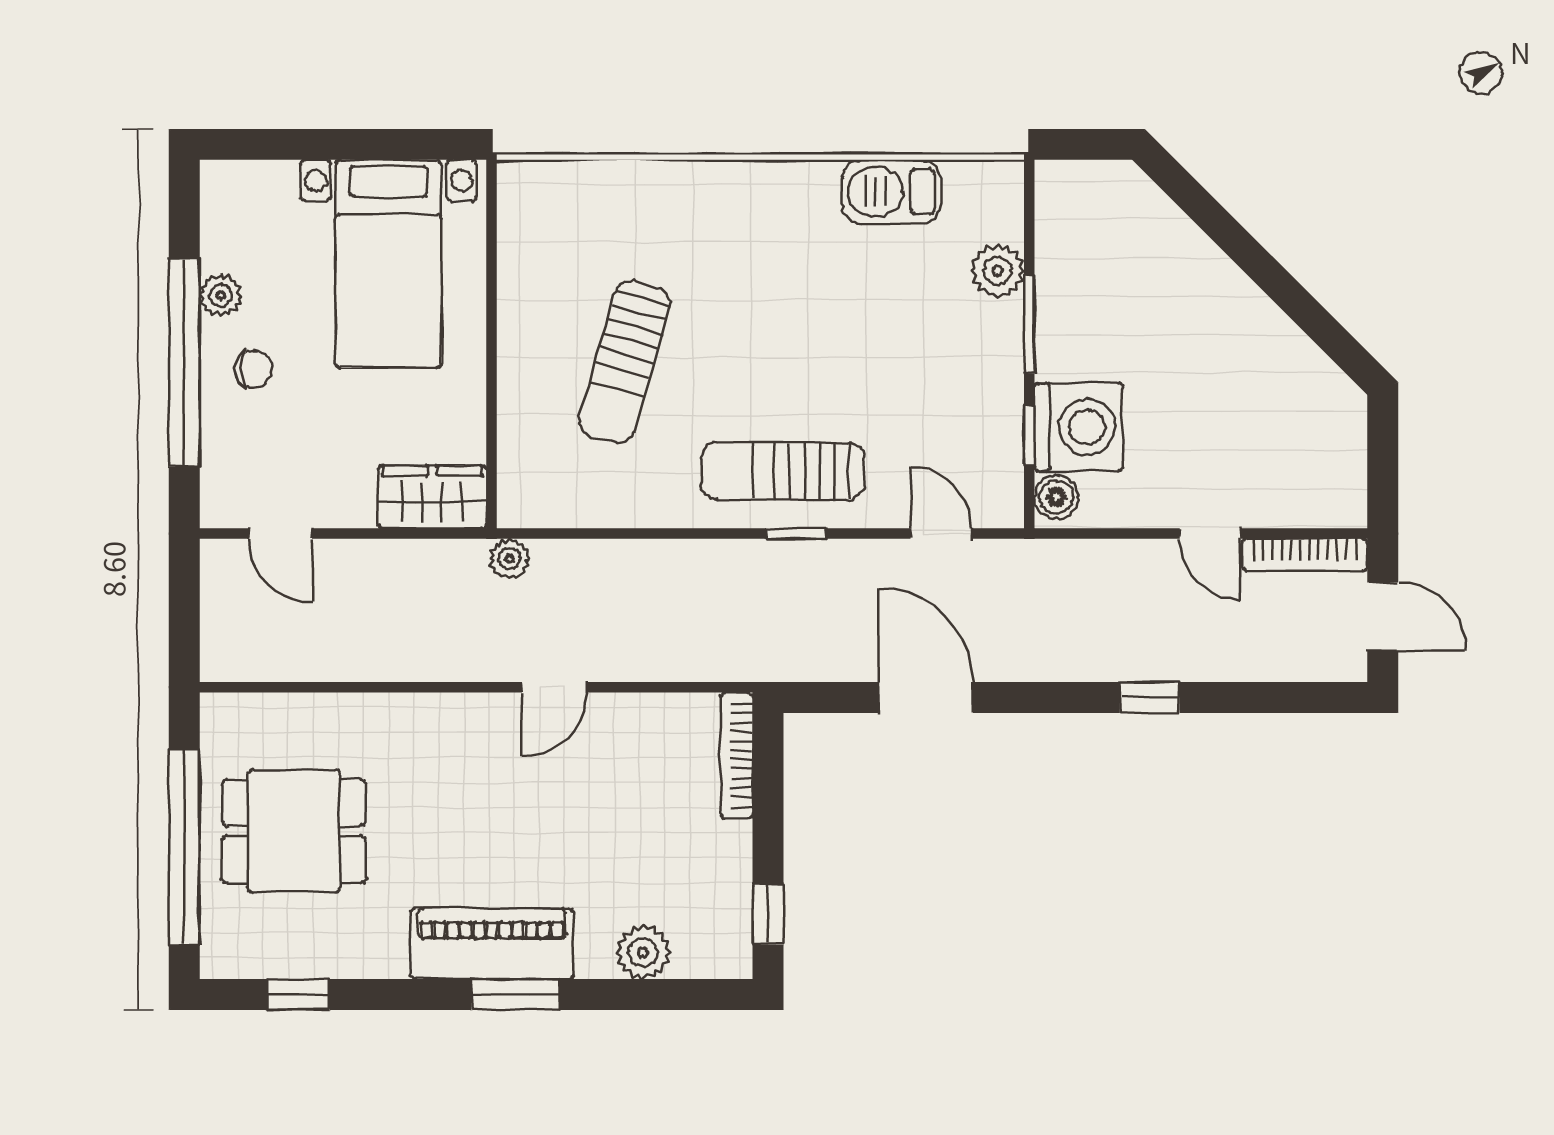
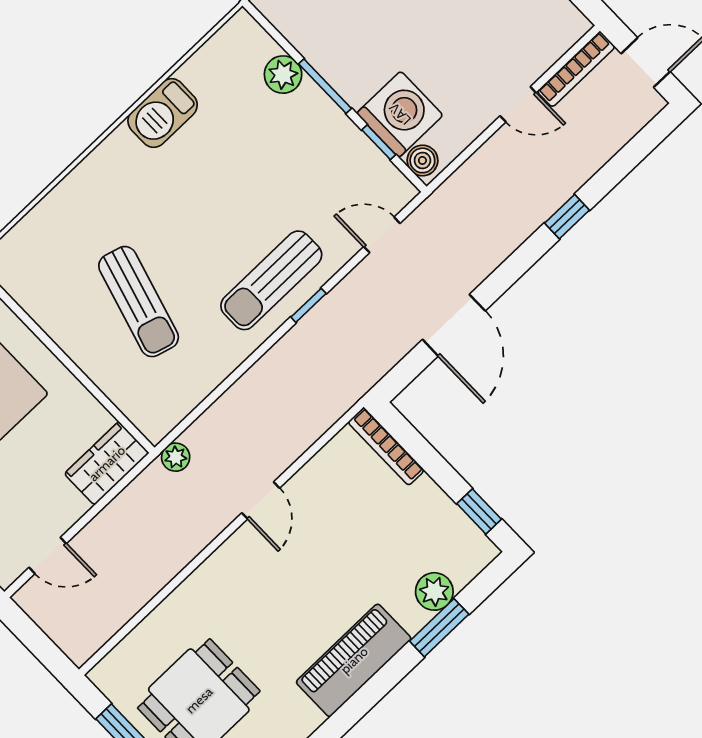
barbecue: (891, 192) -> (163, 113), moved
door: (926, 697) -> (454, 325), swing flipped
window: (516, 994) -> (439, 628), moved

